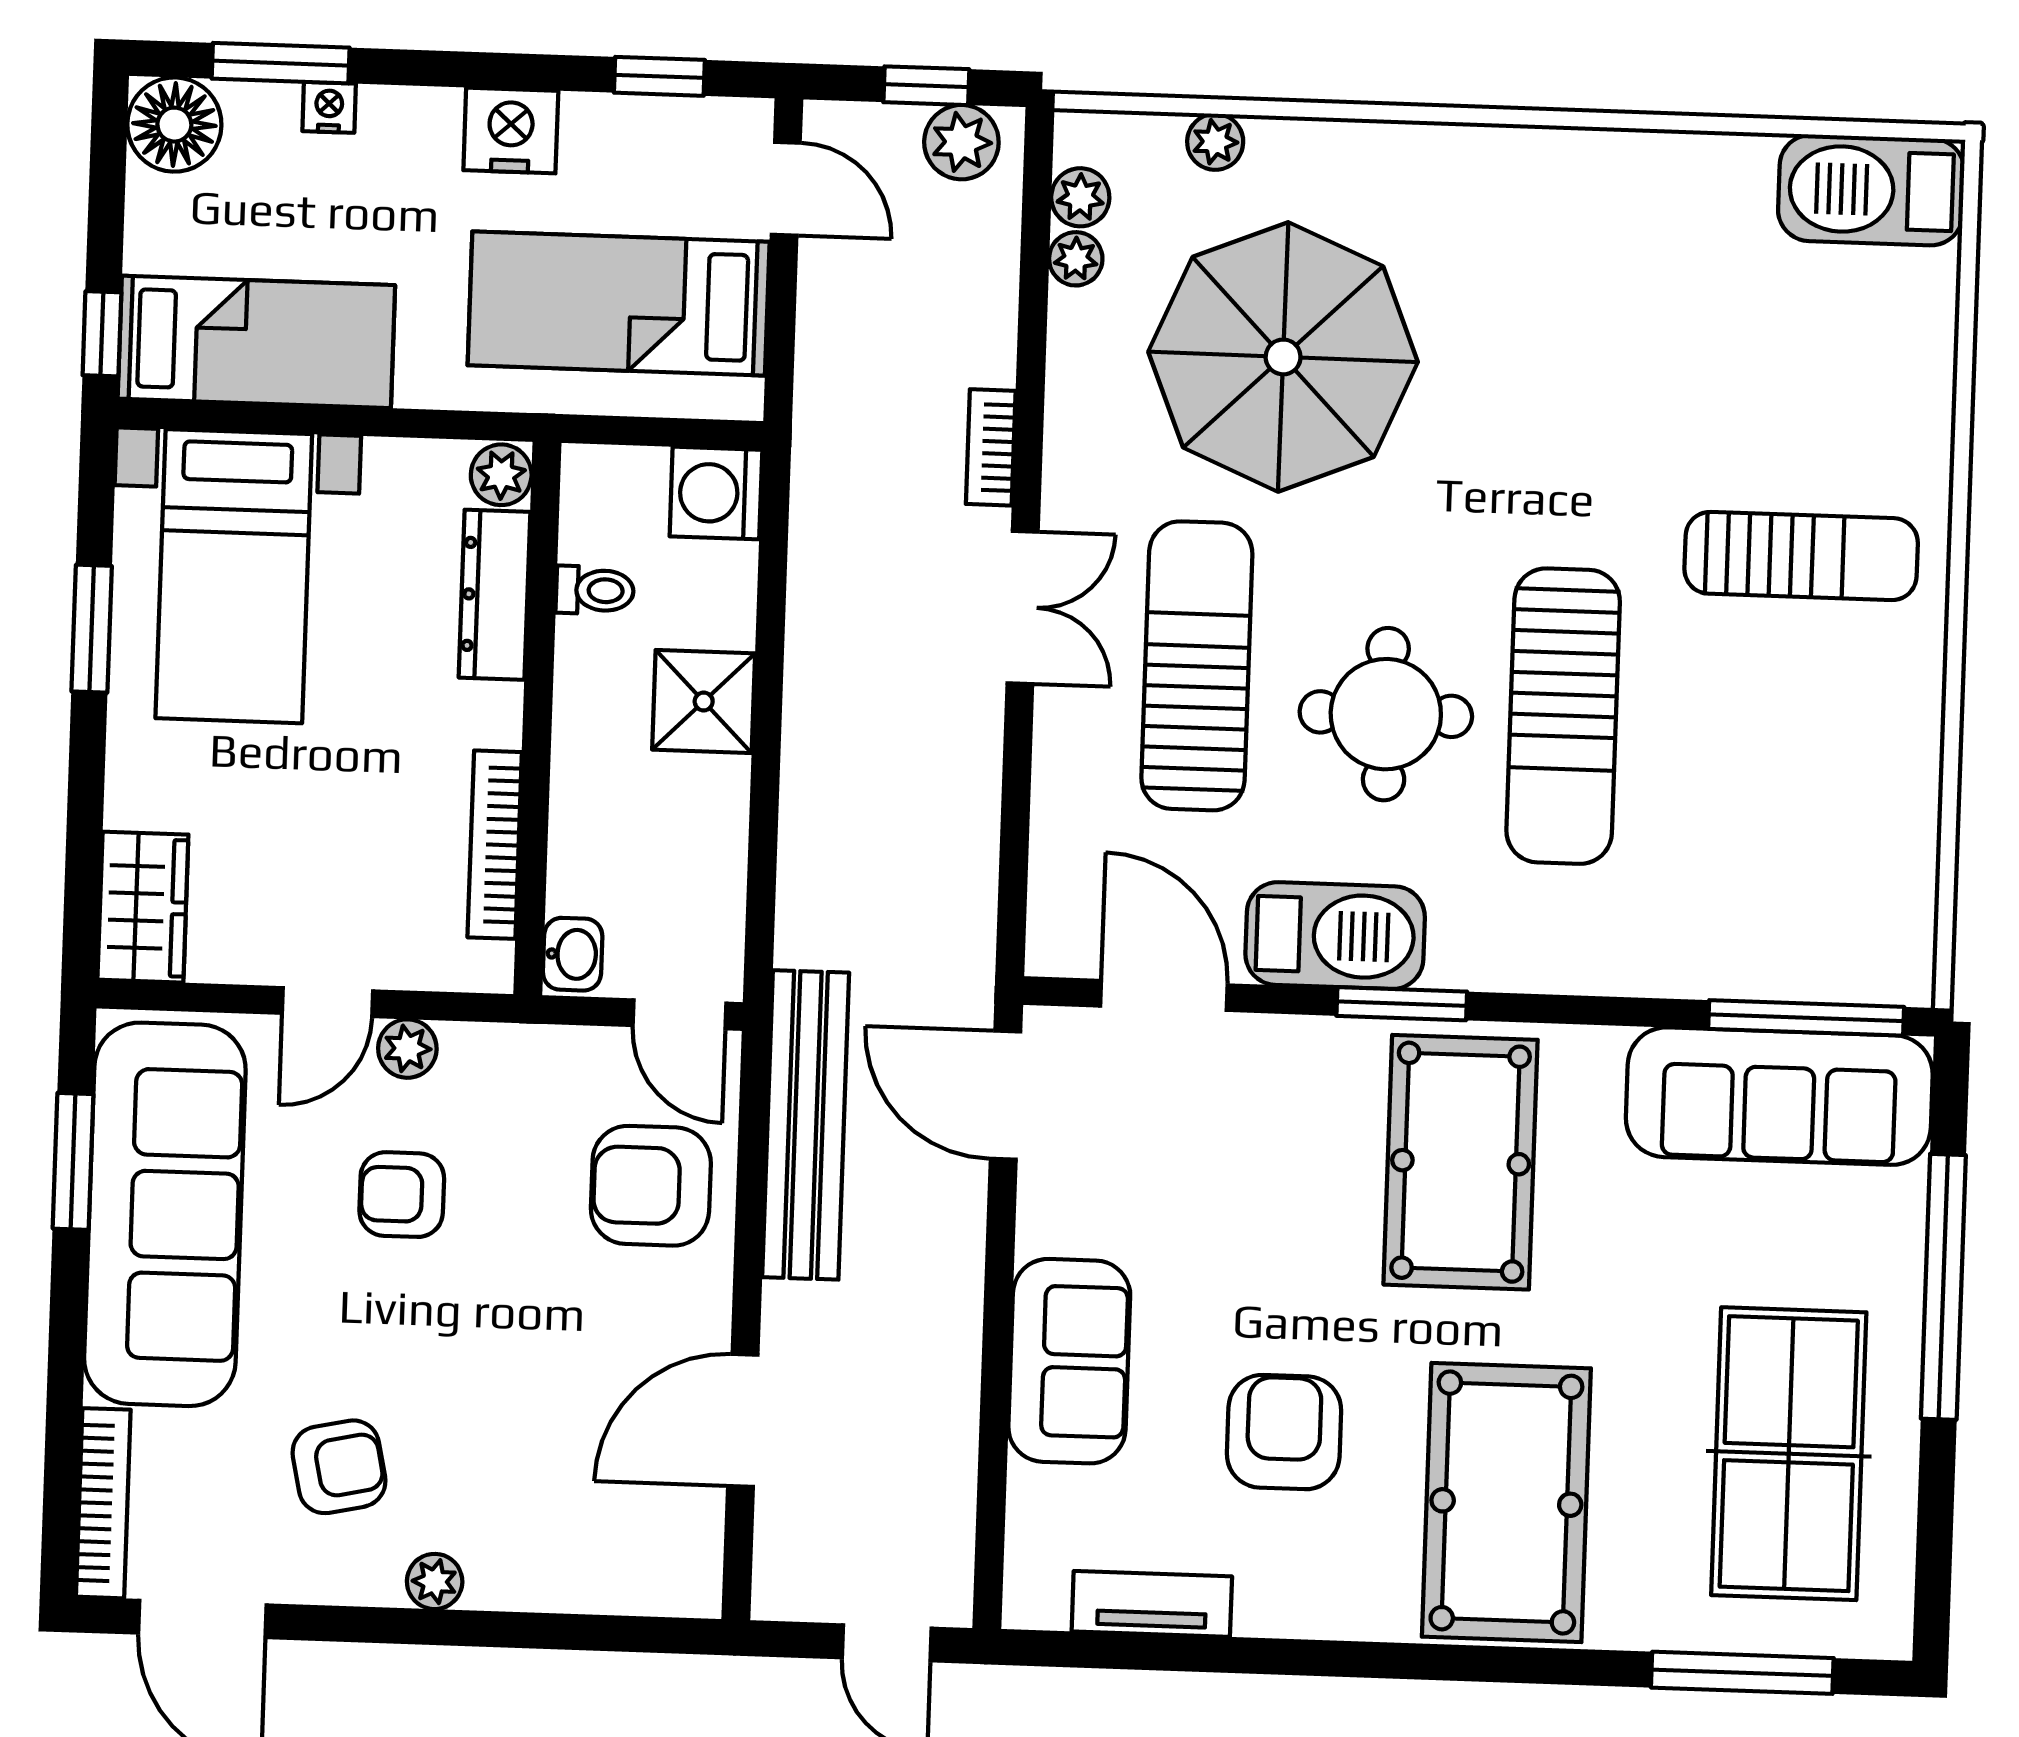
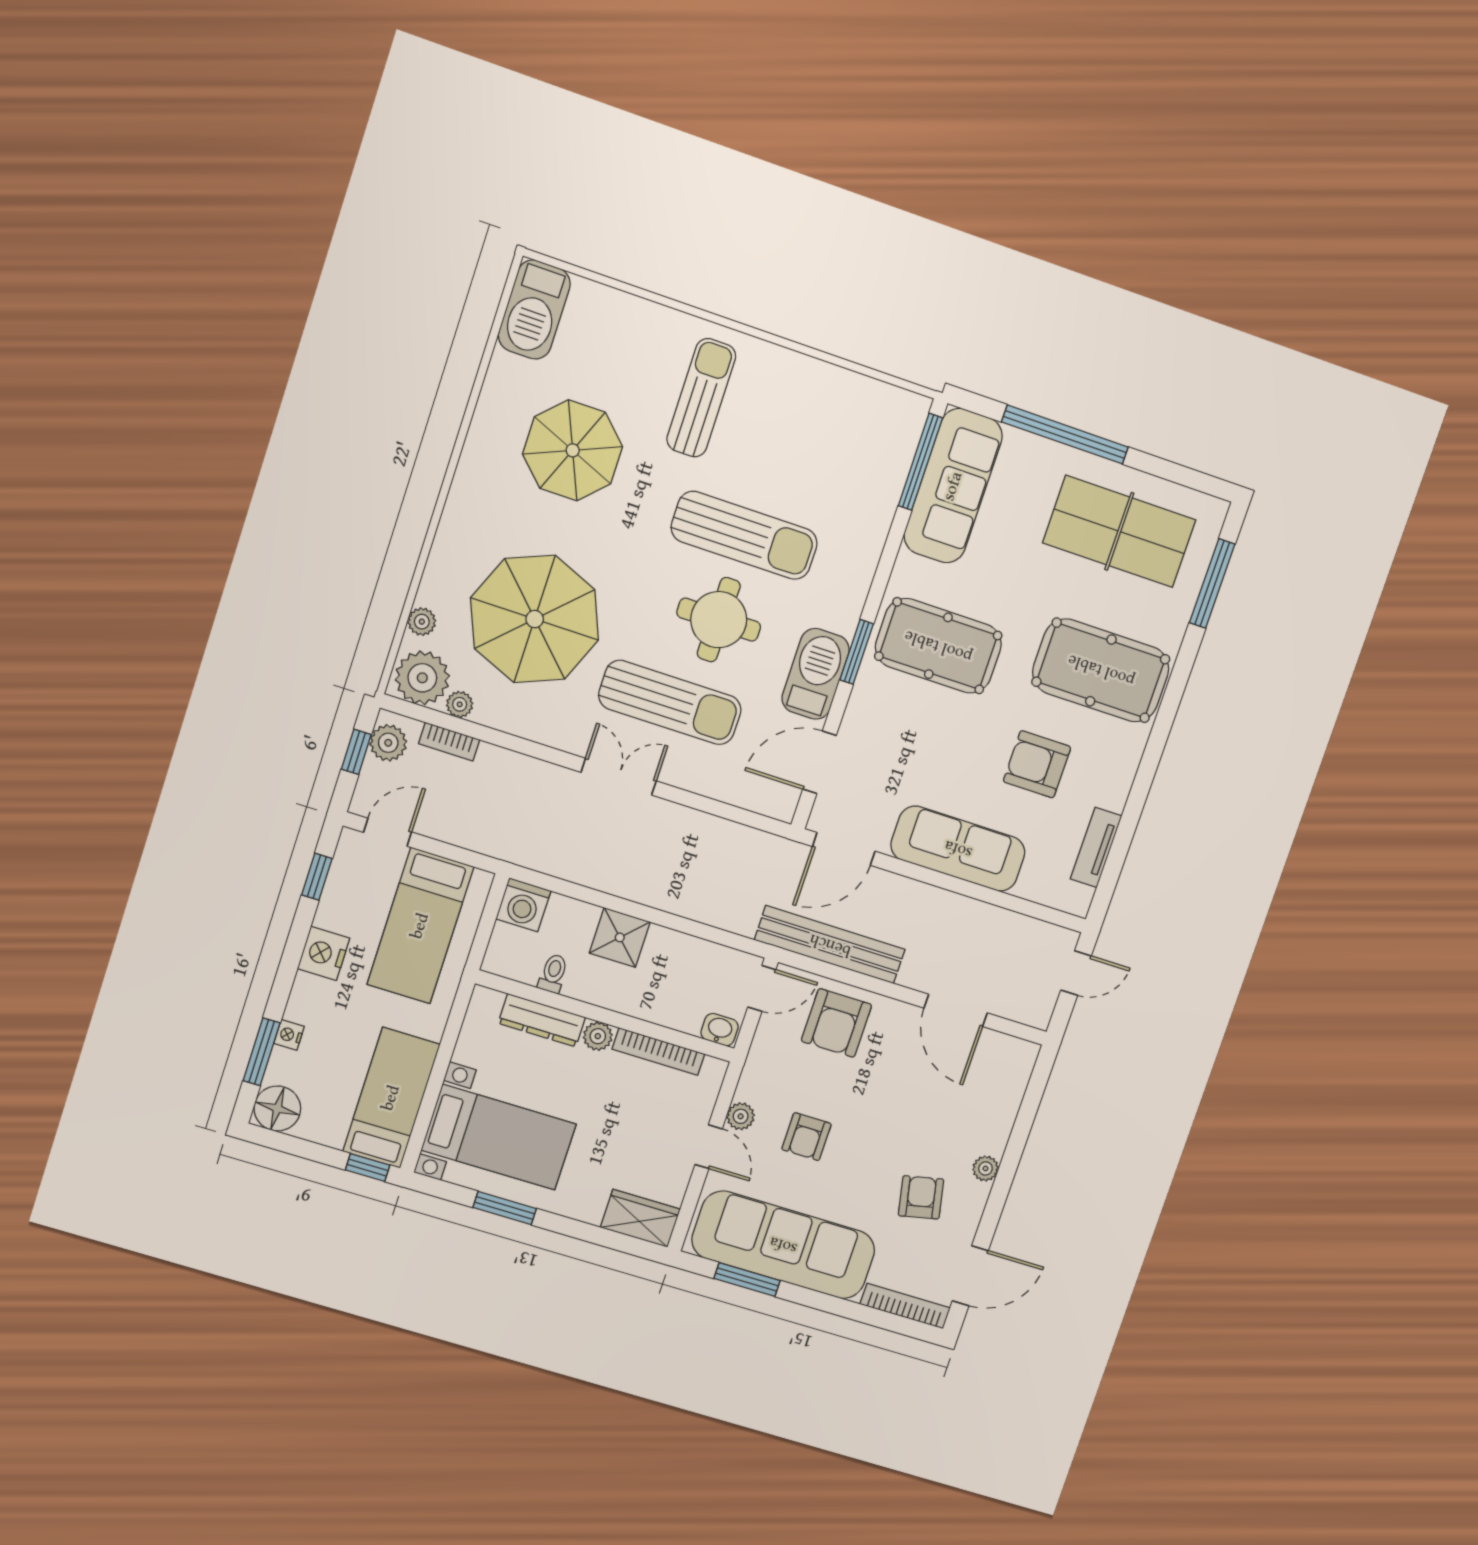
plant: (1080, 197) -> (422, 678), width x1.87, depth x1.87
parasol: (1628, 338) -> (573, 450), added
bookcase: (991, 447) -> (449, 742), moved
plant: (501, 475) -> (598, 1036), moved
sun lounger: (1197, 666) -> (670, 702), turned 180
sofa: (1069, 1361) -> (958, 849), width x1.36

